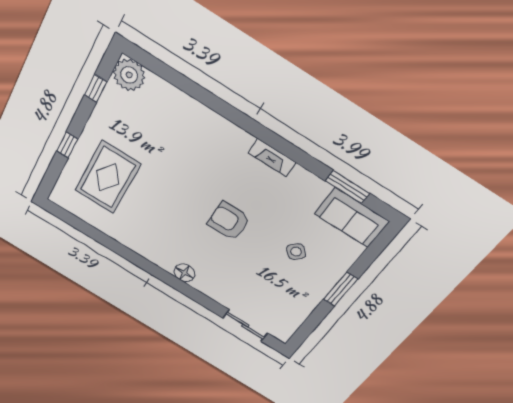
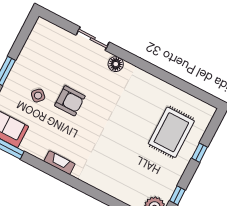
armchair: (229, 221) -> (70, 101), moved
sliding door: (245, 326) -> (93, 39), moved

